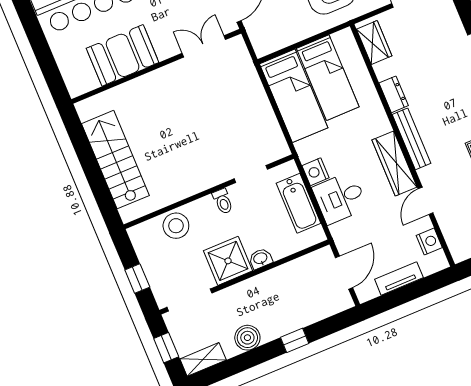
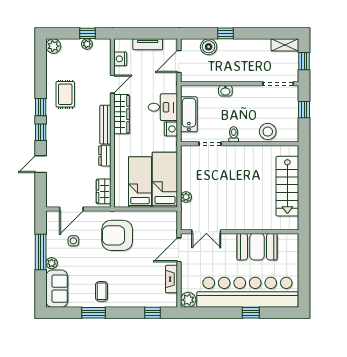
plant: (253, 84) -> (186, 197), added
shower: (228, 261) -> (245, 98), removed
boiler: (247, 338) -> (209, 47), moved

